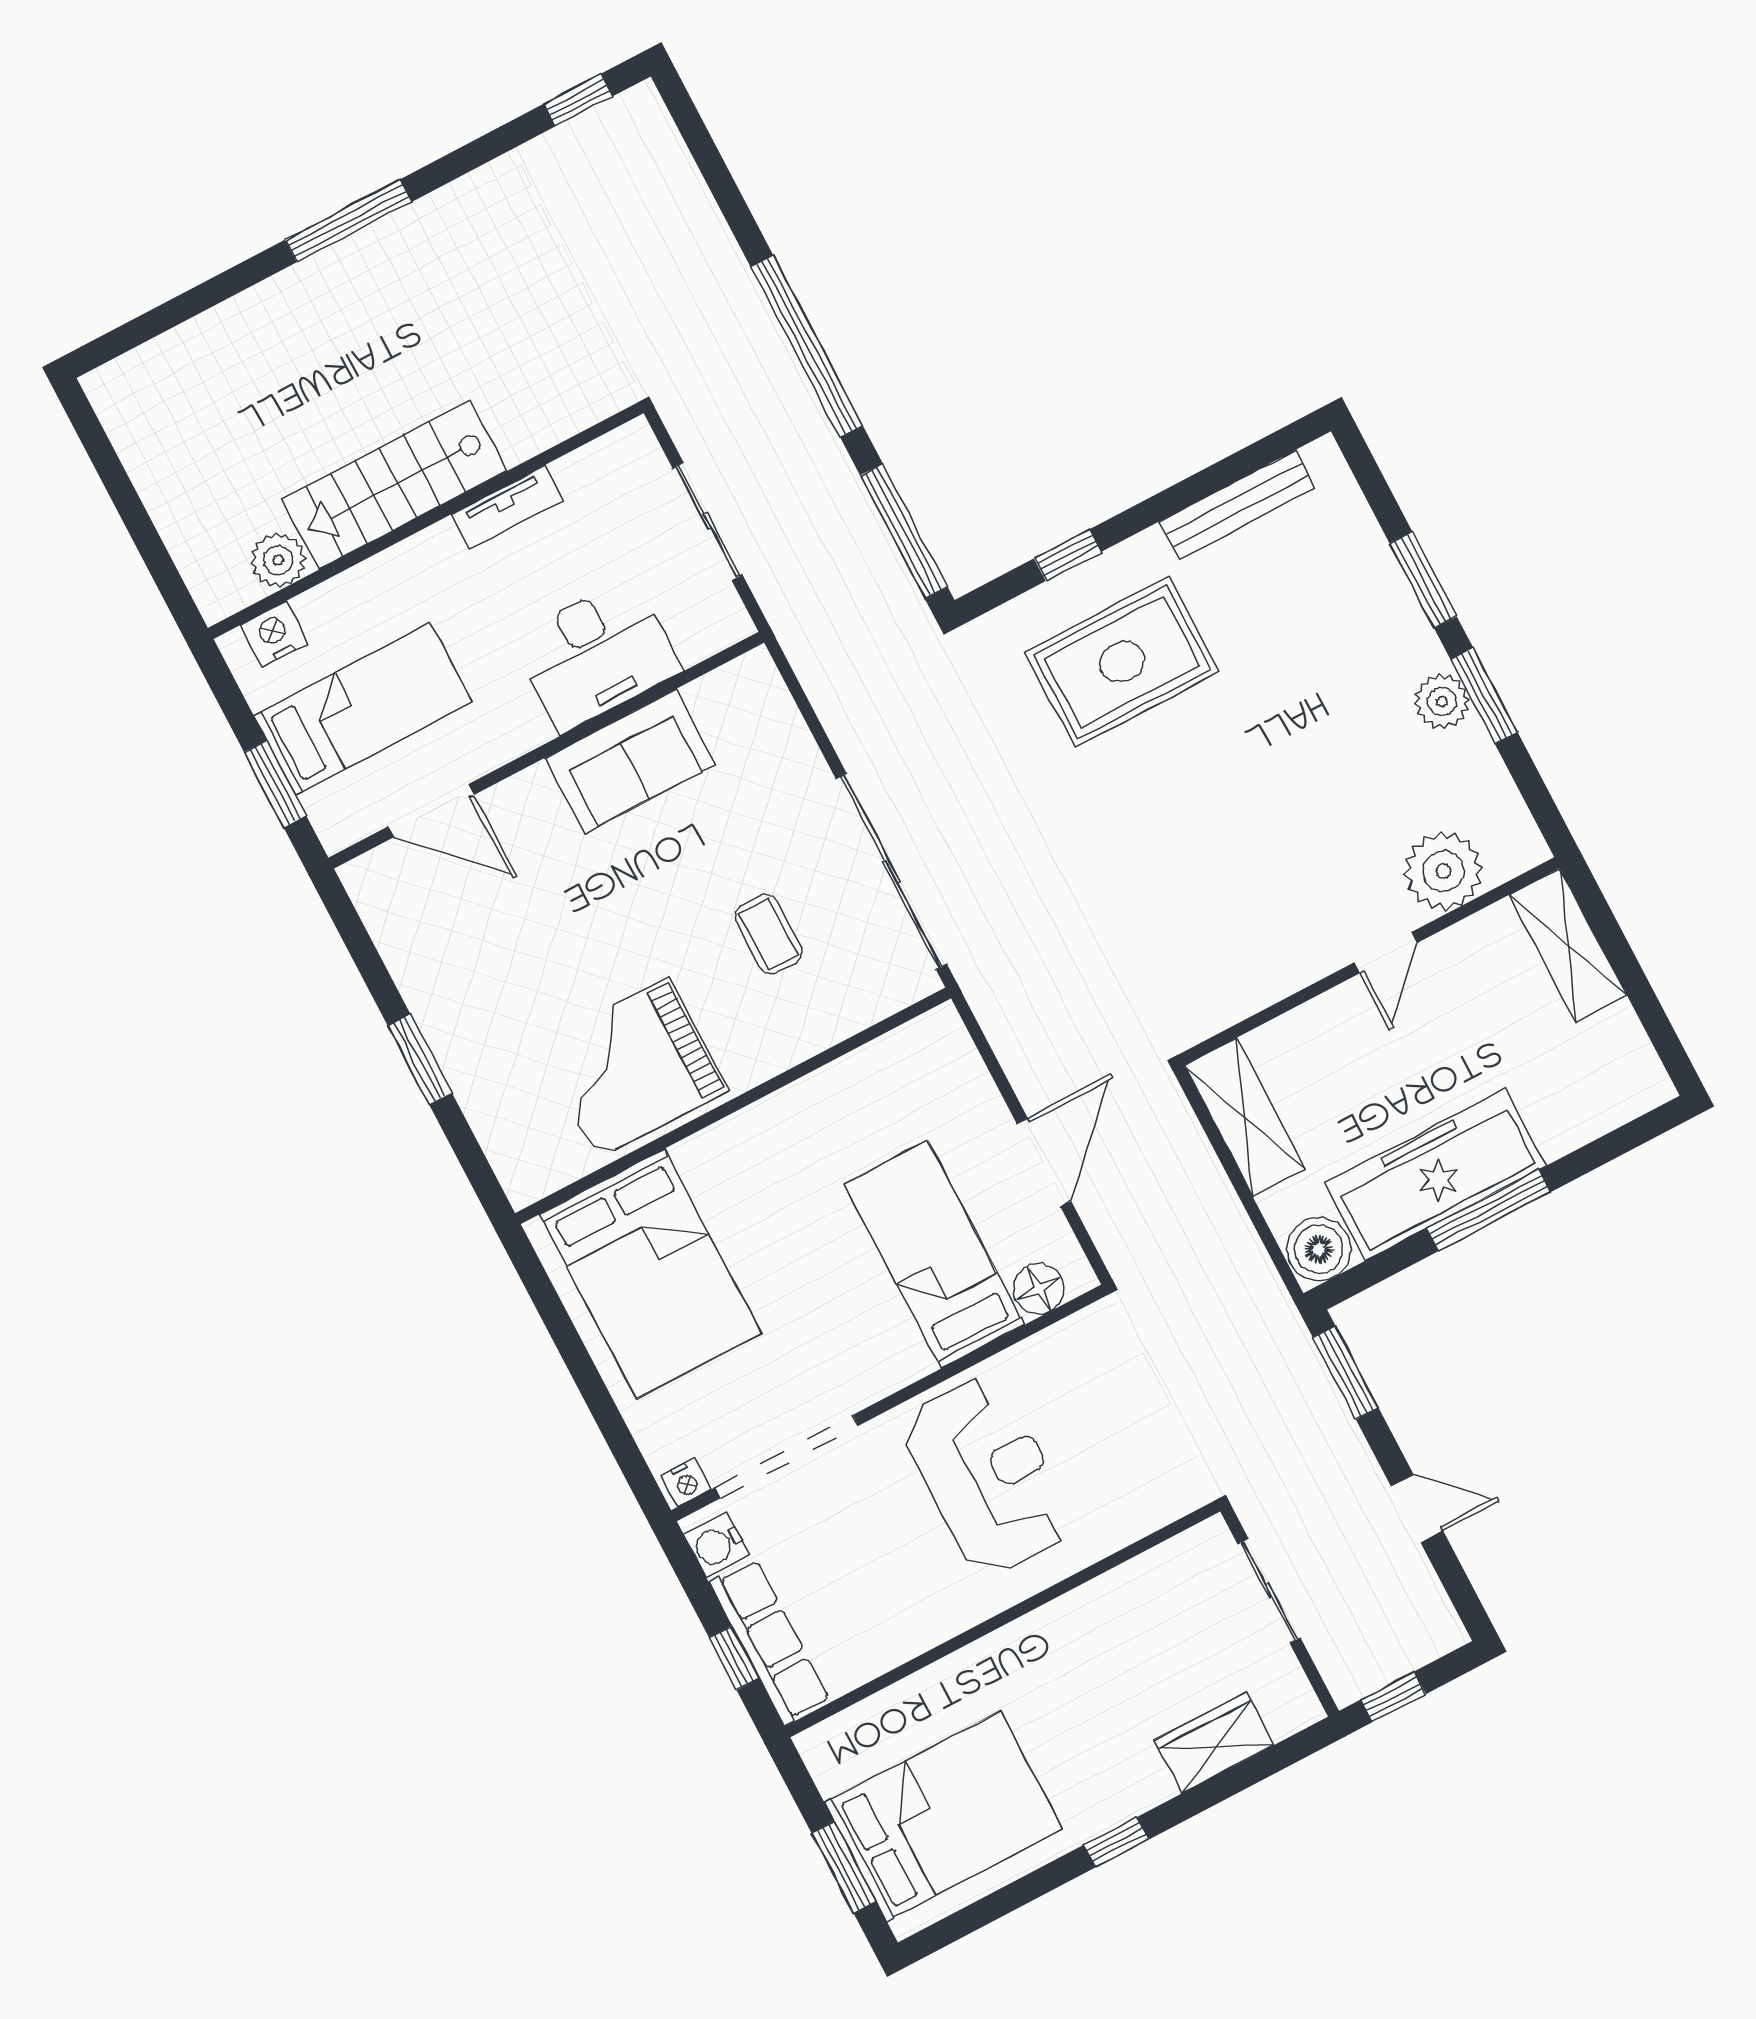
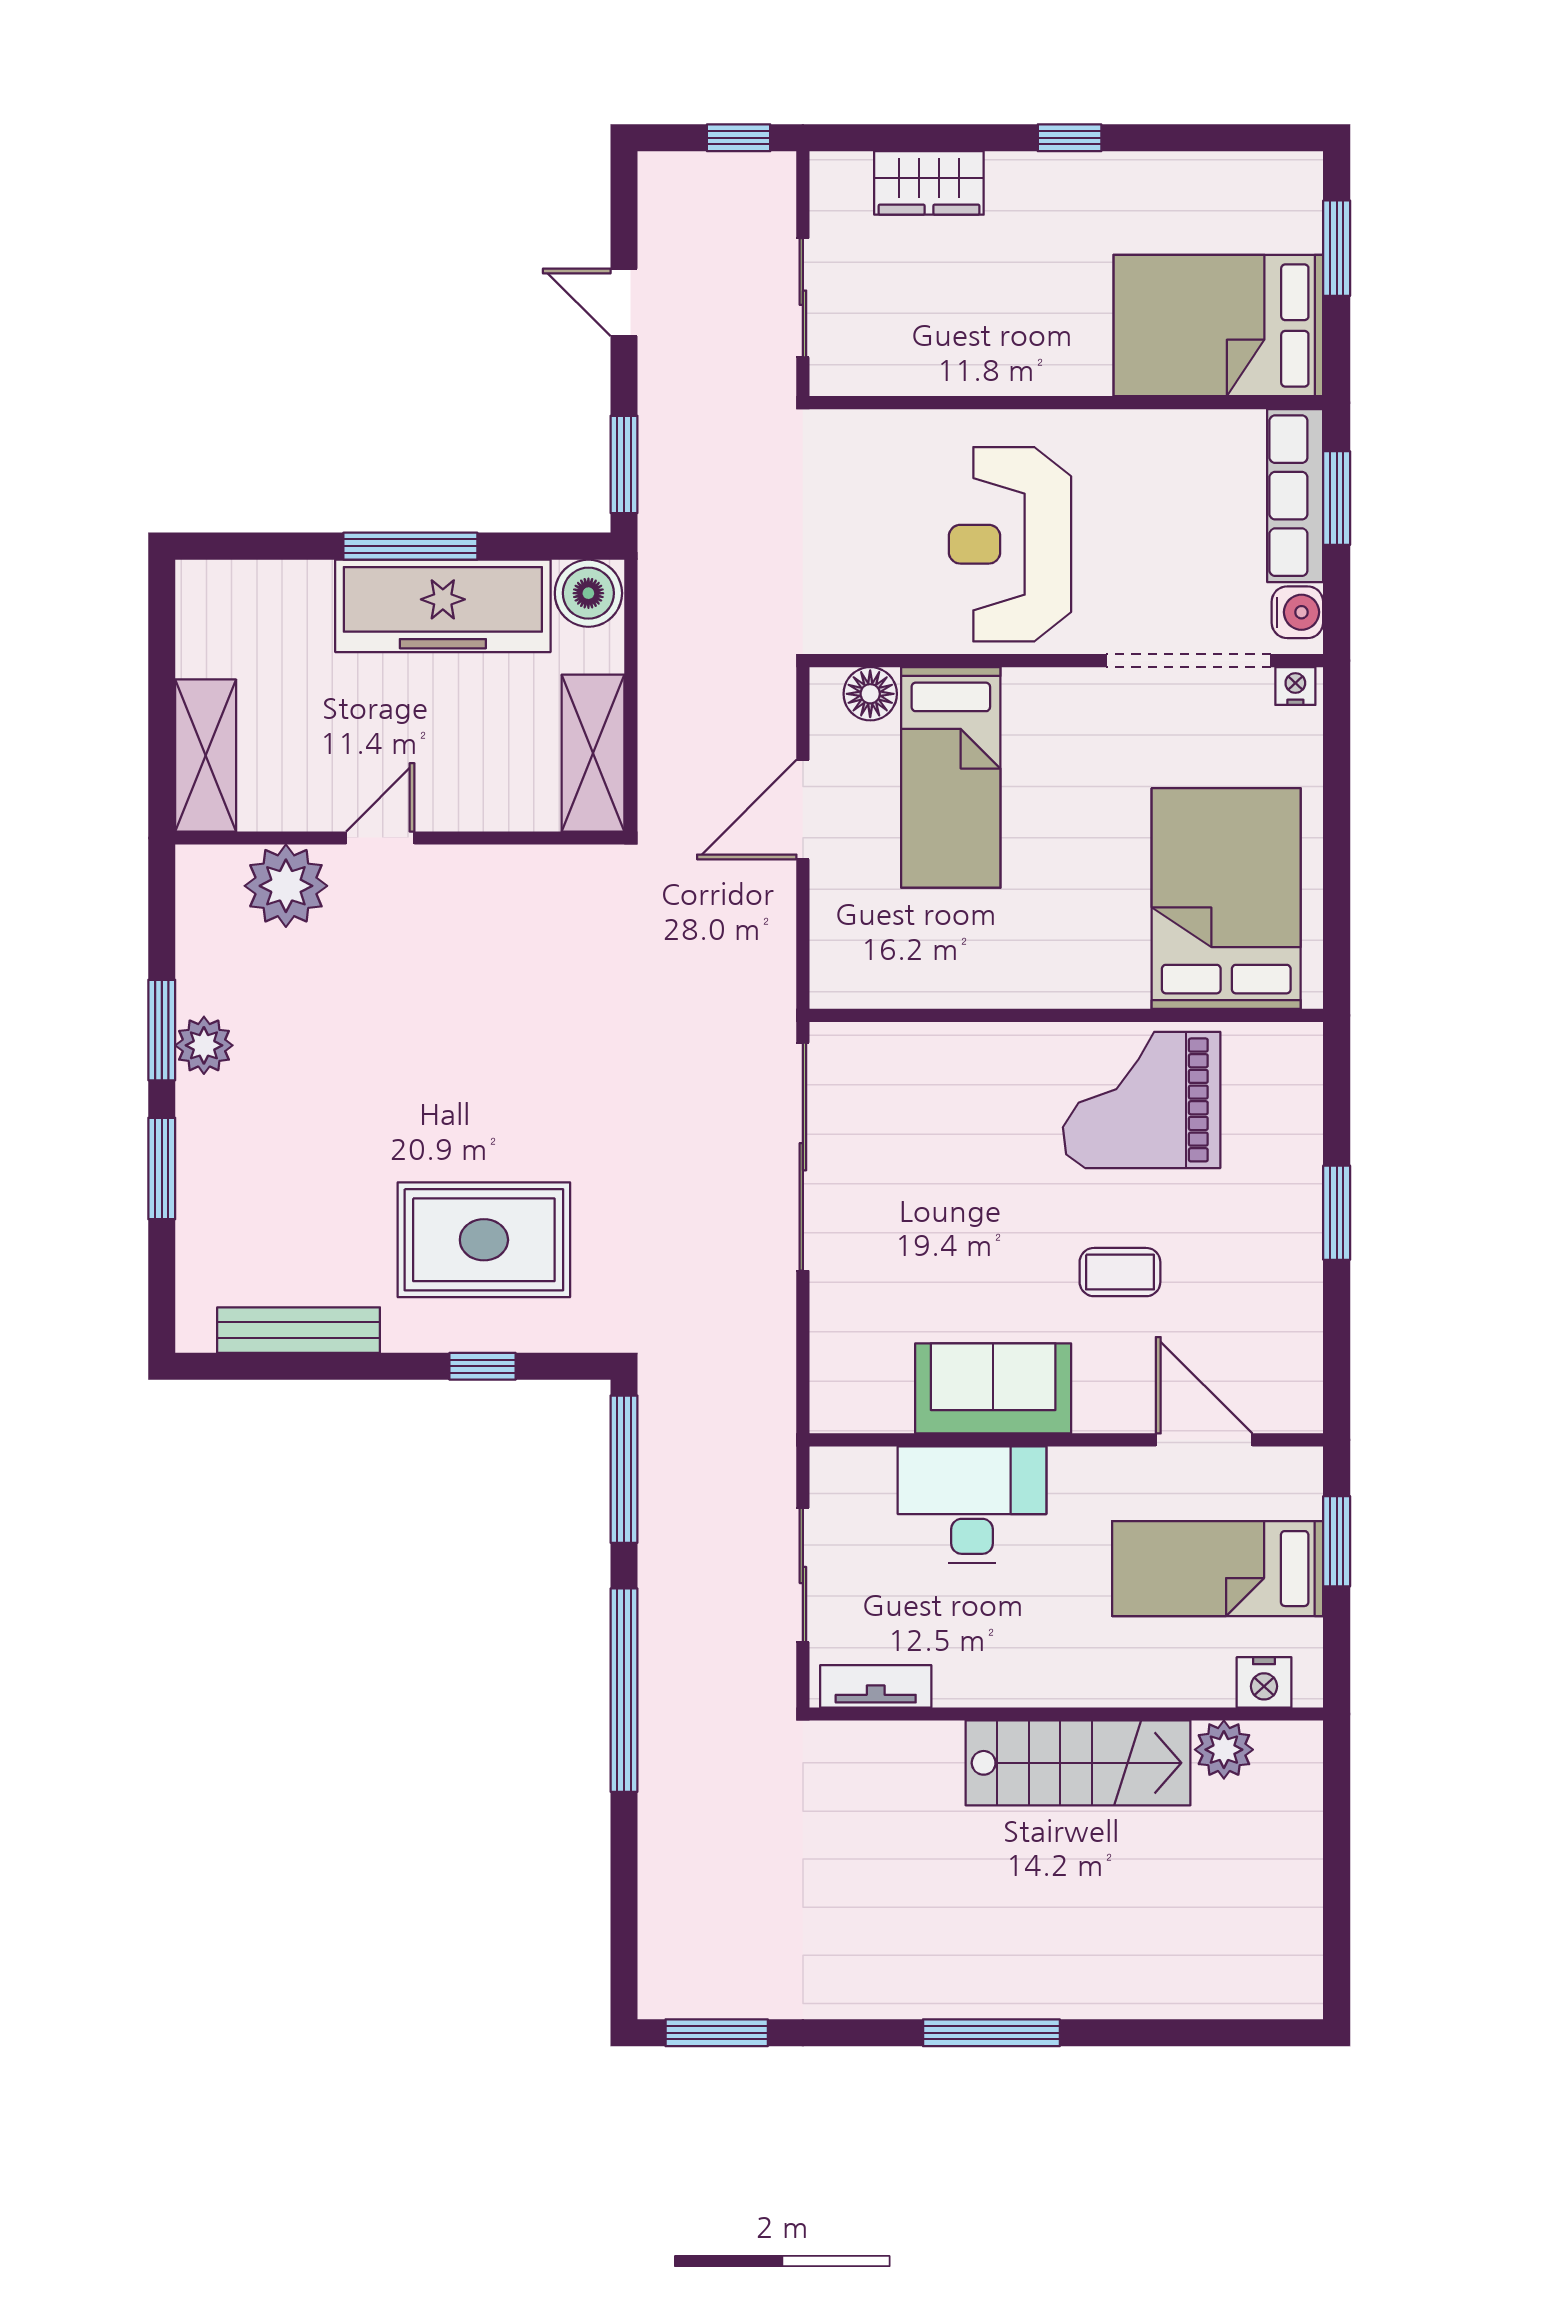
window: (578, 100) -> (717, 2033), width x1.50
tv unit: (507, 507) -> (876, 1686), moved
coffee table: (769, 934) -> (1120, 1272), moved, turned 90
grand piano: (633, 1068) -> (1142, 1100), turned 180
window: (734, 1658) -> (1337, 498), width x1.50
bed: (943, 1816) -> (1218, 326), moved

